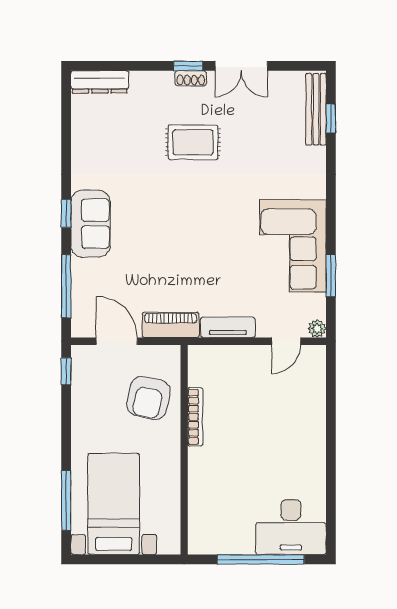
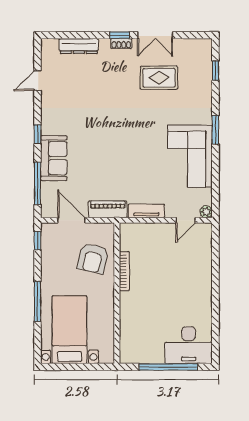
dresser: (100, 82) -> (79, 46), moved
bench: (316, 109) -> (205, 64), removed
door: (66, 133) -> (38, 81), added
rug: (193, 142) -> (159, 78), moved
sofa: (90, 224) -> (54, 158), moved
window: (331, 276) -> (215, 130), moved
window: (66, 501) -> (38, 301), moved

